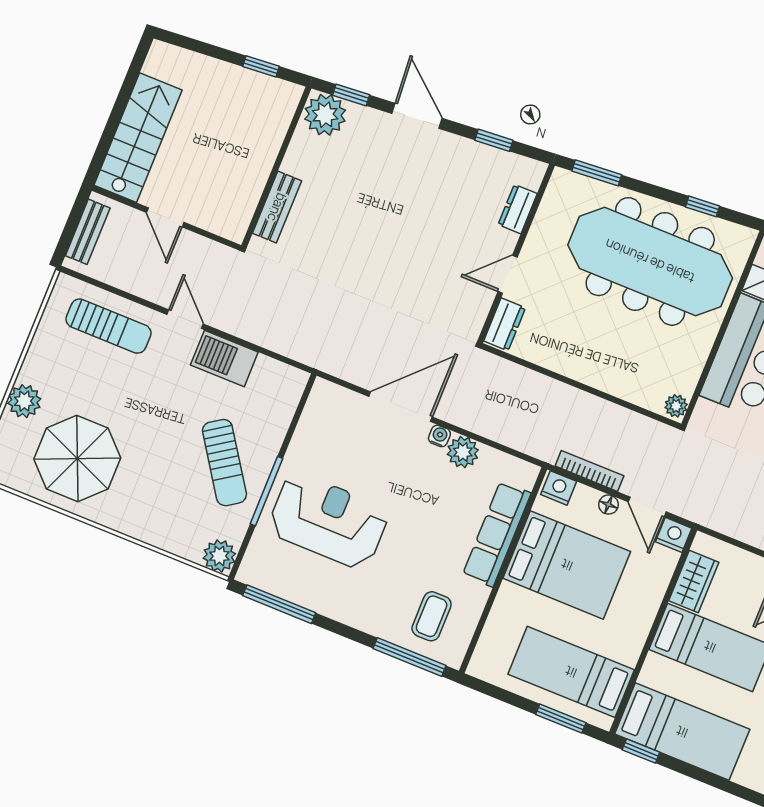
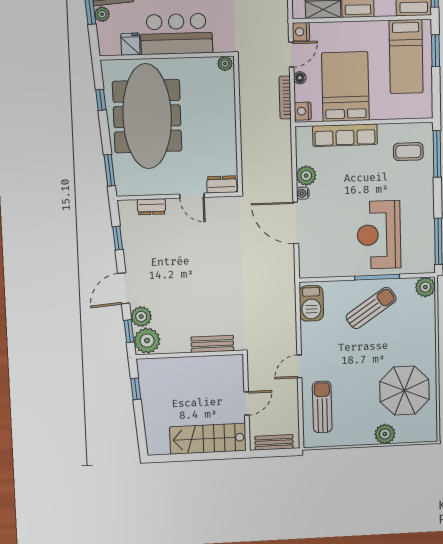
plant: (364, 122) -> (141, 317), added
barbecue: (224, 359) -> (311, 303), moved

